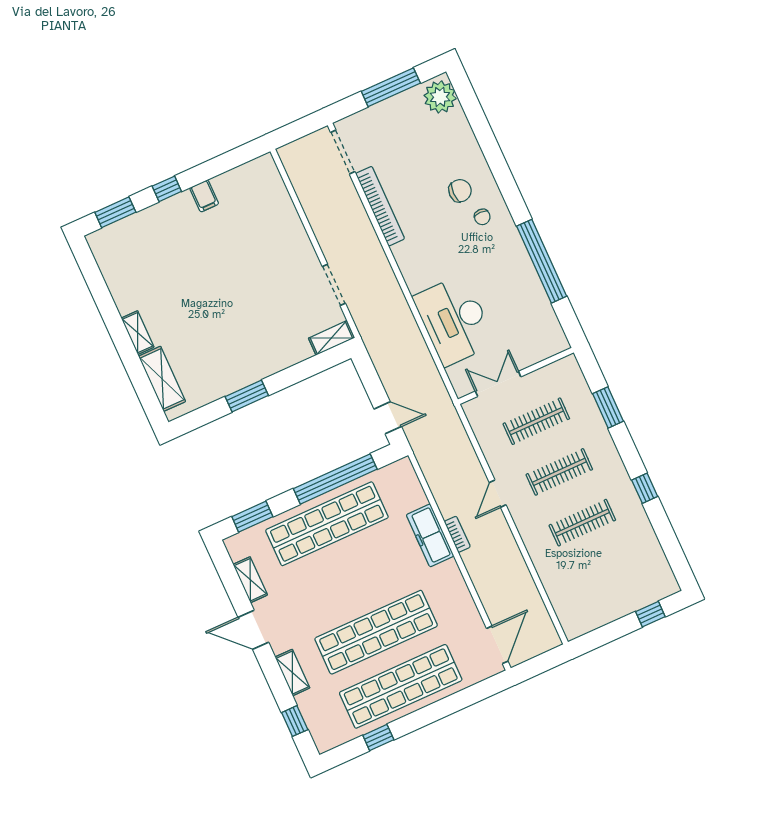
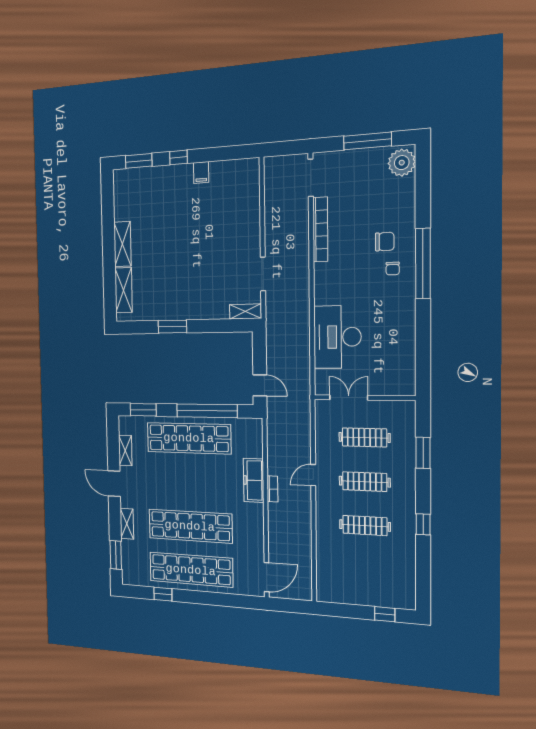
window: (542, 261) -> (423, 263), moved
shelving: (138, 333) -> (122, 244), width x1.50, depth x1.33
window: (295, 721) -> (116, 555), width x1.50

